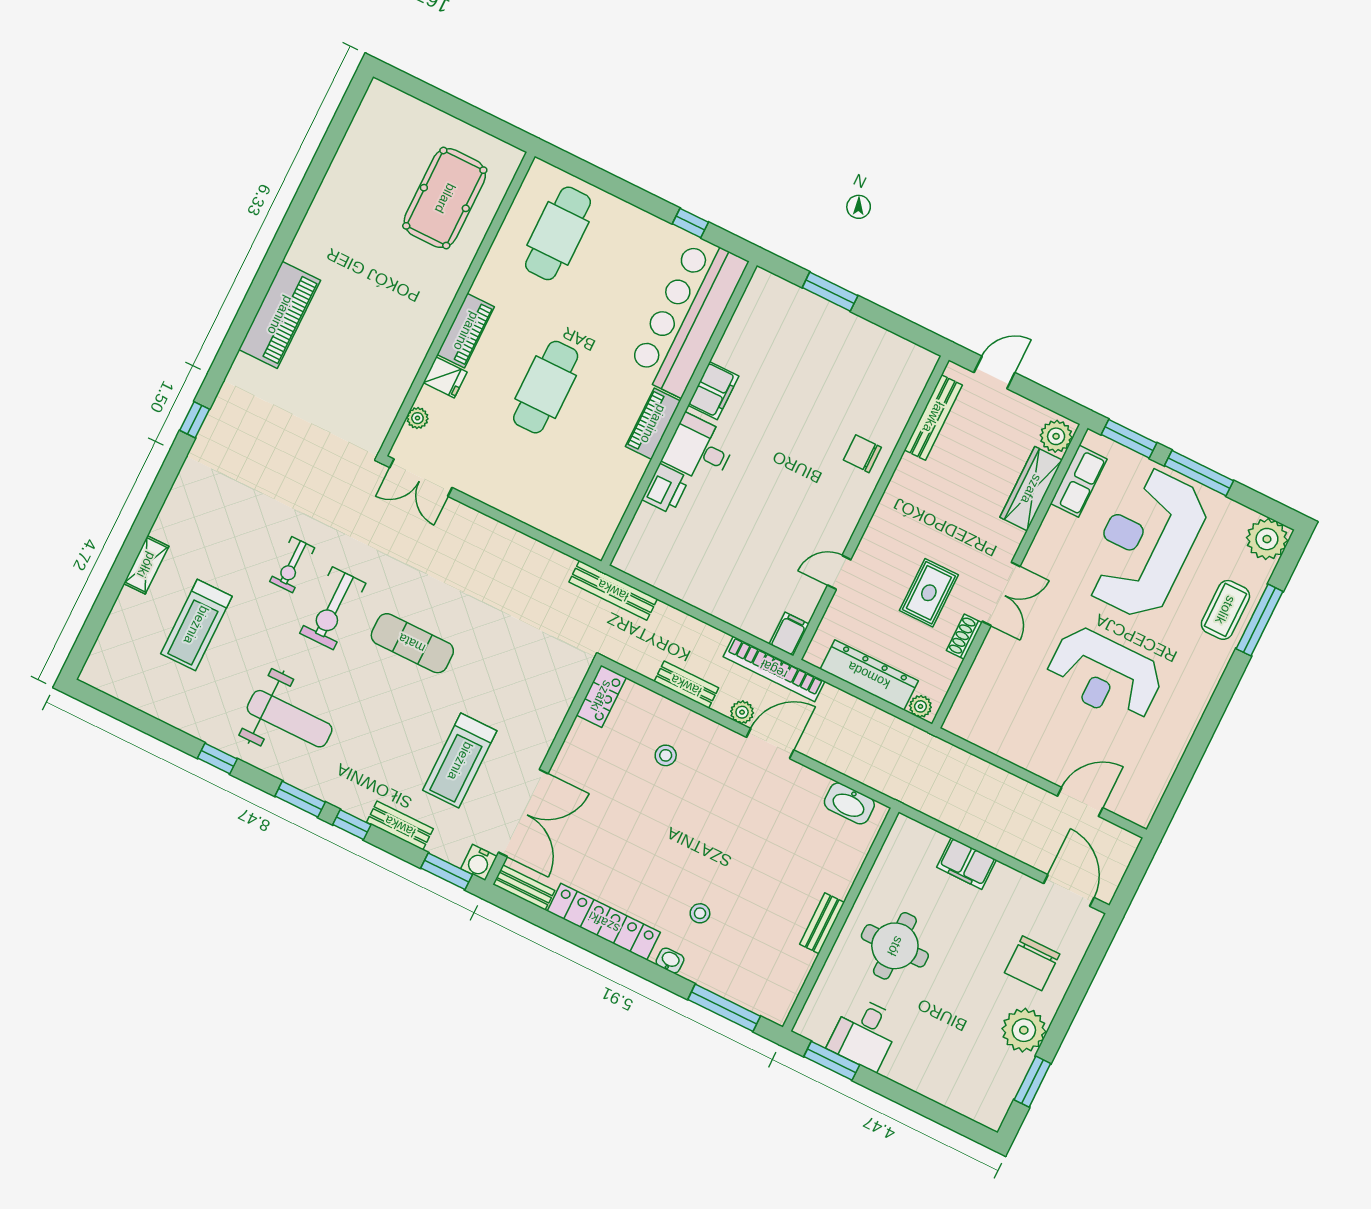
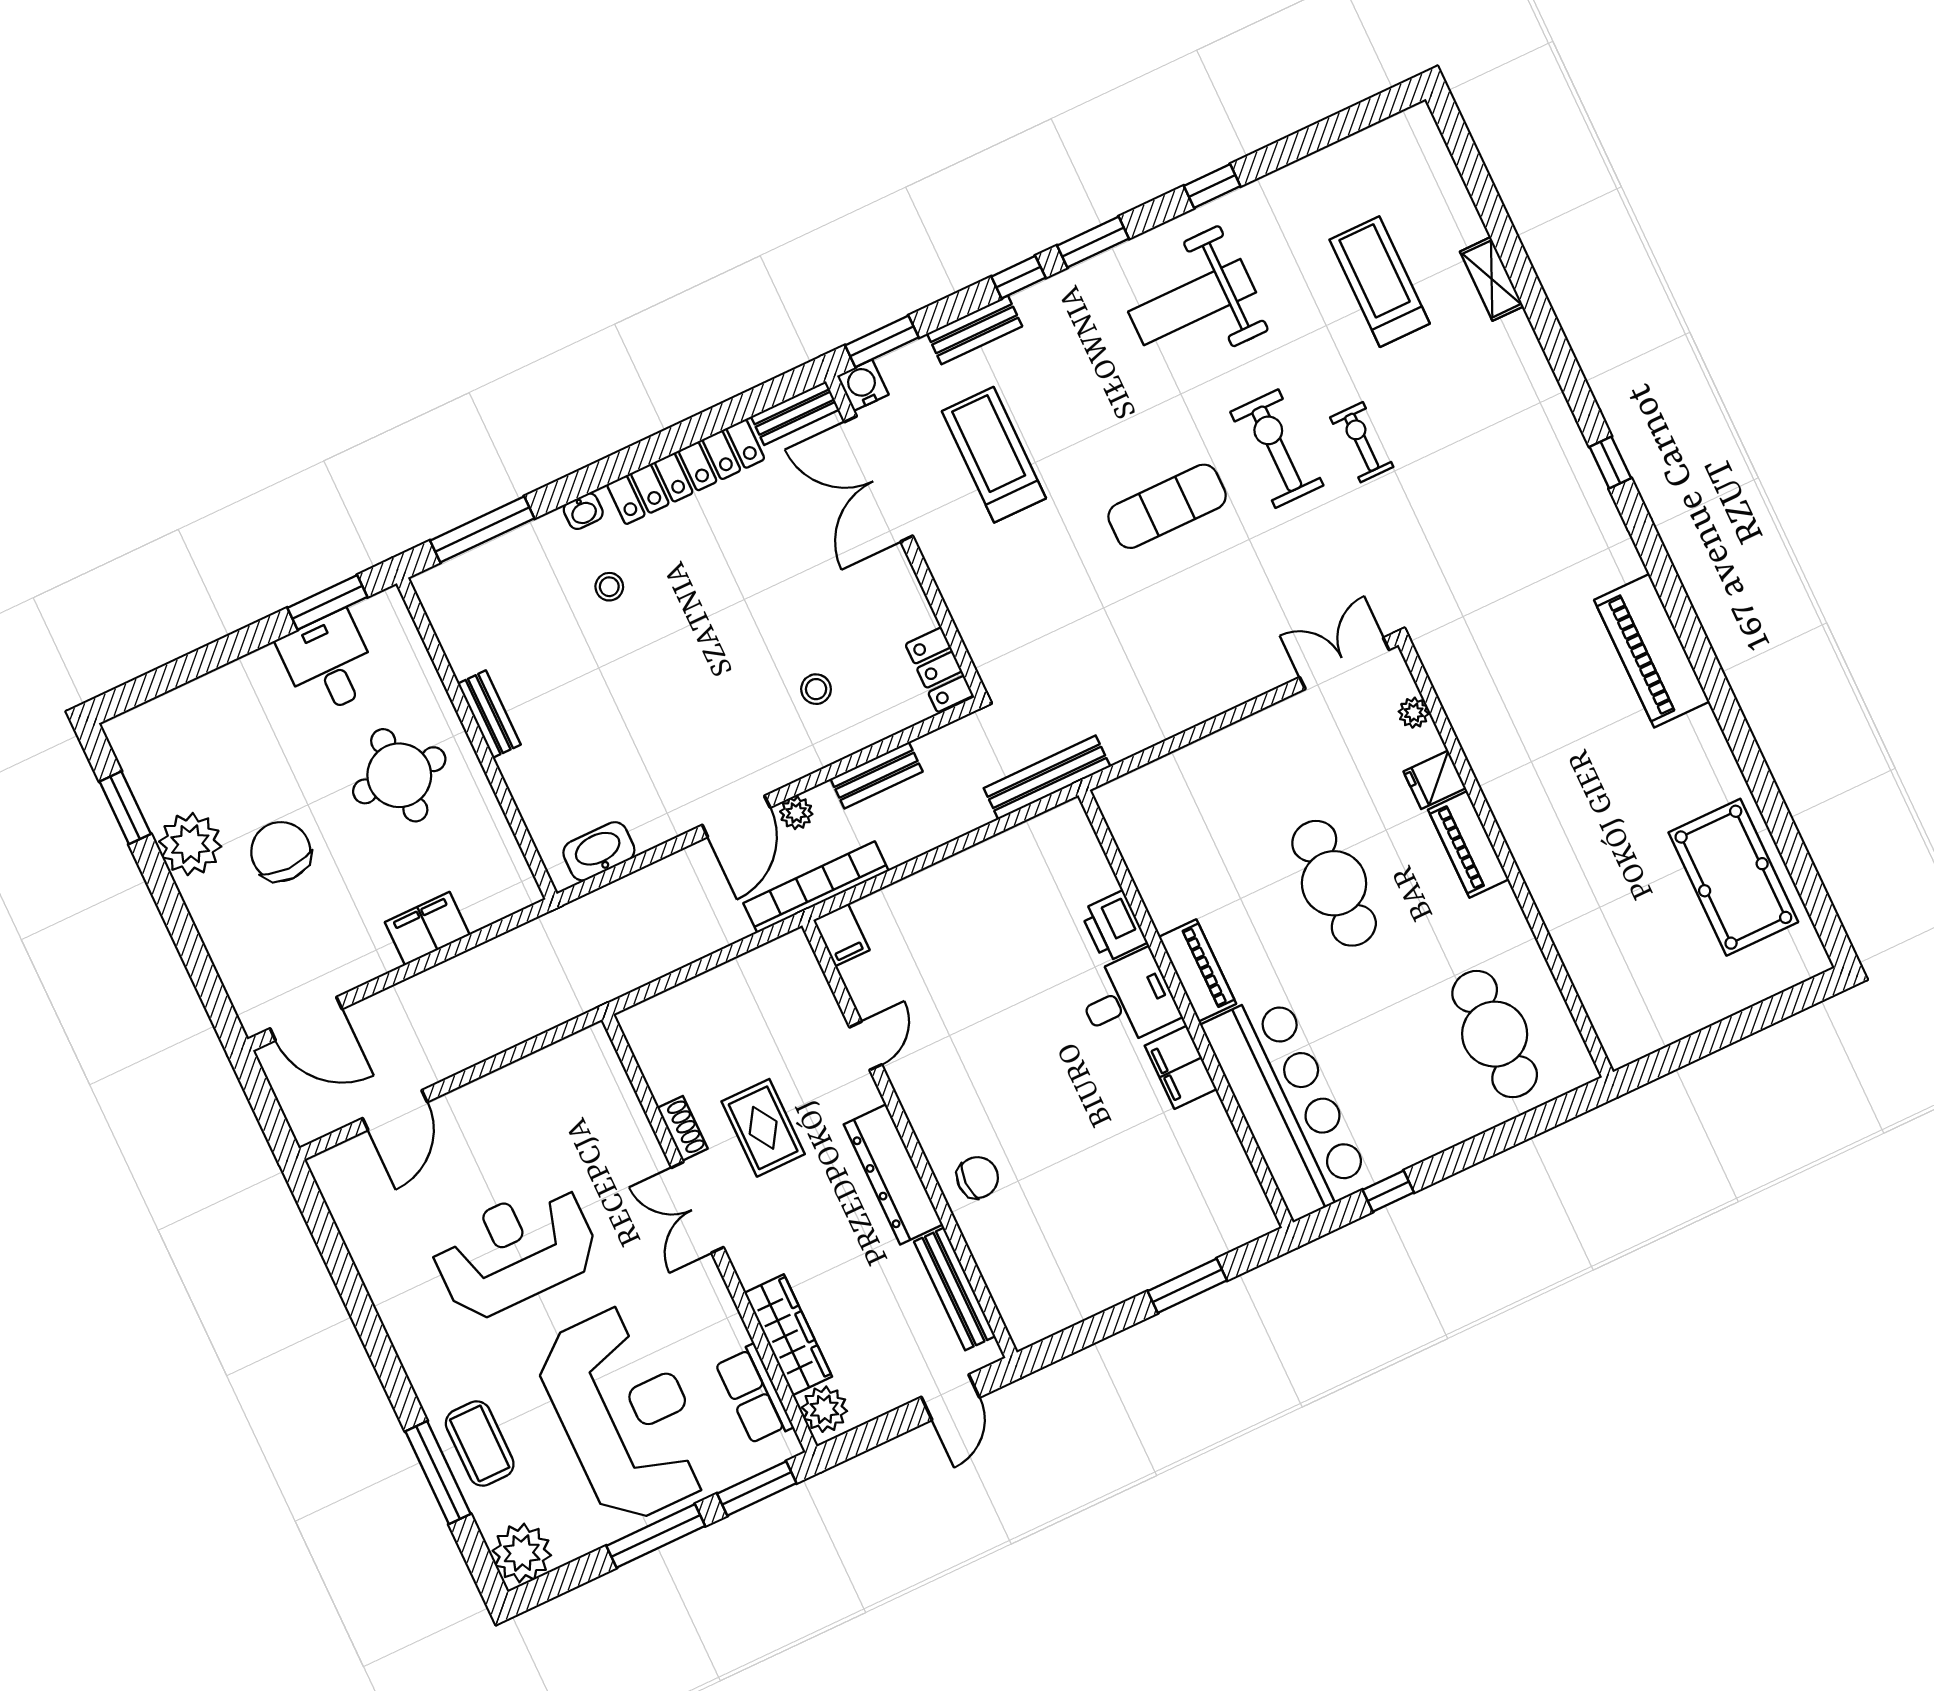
pool table: (445, 198) -> (1733, 877), moved
dresser: (869, 675) -> (893, 1174), moved, turned 90
plant: (920, 706) -> (644, 1017), removed
chair: (1032, 963) -> (281, 852), moved

